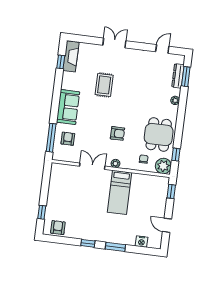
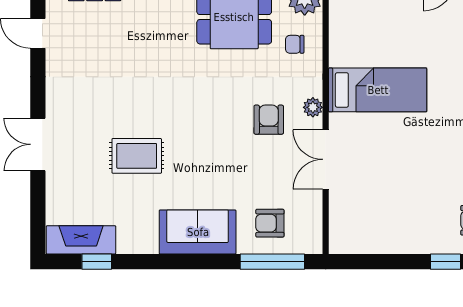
armchair: (117, 133) -> (269, 120), moved

